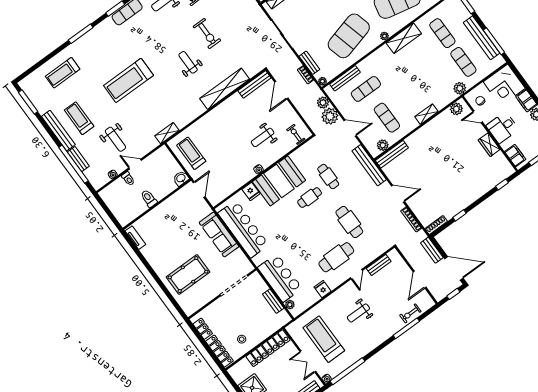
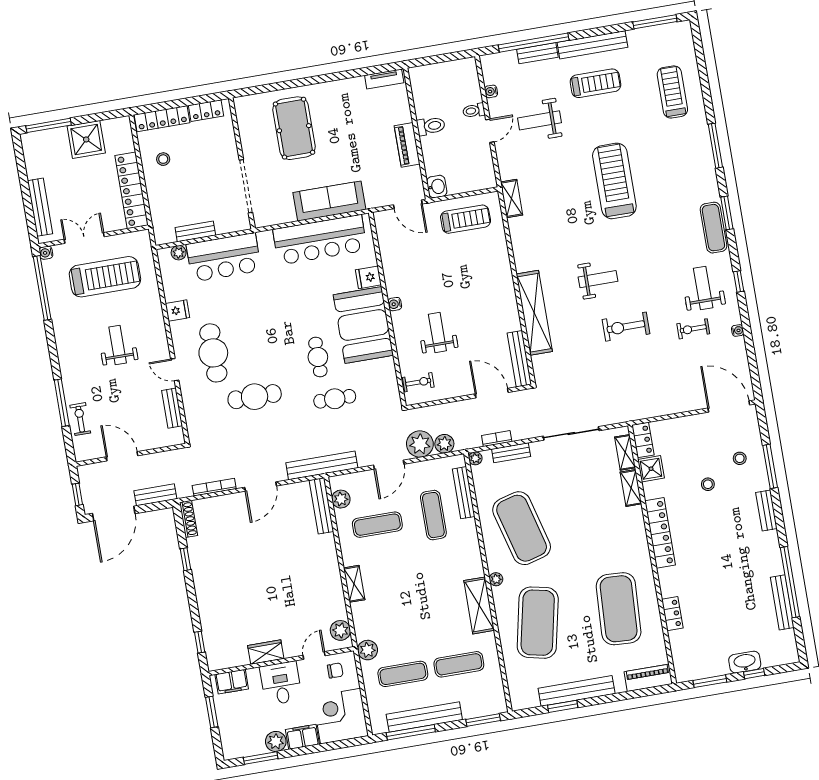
piano: (166, 207) -> (407, 145), added

